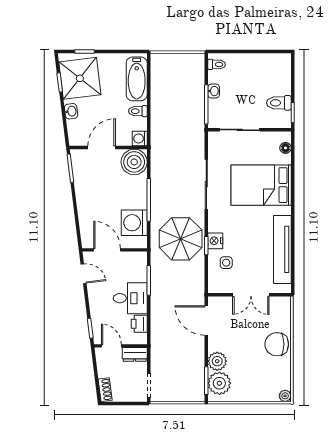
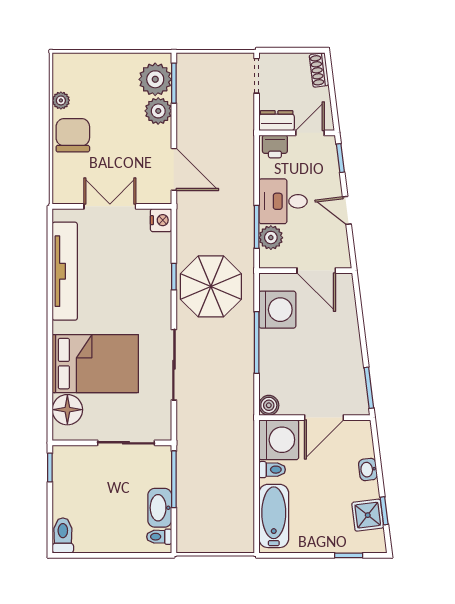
shower: (80, 78) -> (368, 515), width x0.54, depth x0.54
washbasin: (214, 91) -> (160, 508), width x1.91, depth x1.45
toilet: (279, 103) -> (63, 536), moved, turned -90
washing machine: (140, 138) -> (279, 440), width x1.89, depth x1.89
floor lamp: (285, 148) -> (67, 410), width x1.89, depth x1.89
boiler: (134, 162) -> (269, 405), width x0.54, depth x0.54
nightstand: (215, 241) -> (161, 220), moved
side table: (226, 263) -> (145, 252), removed
plant: (139, 273) -> (271, 238), added
door: (83, 274) -> (347, 210), moved
printer: (139, 324) -> (275, 146), moved, turned 90
chair: (277, 344) -> (73, 135), turned -90
door: (111, 346) -> (310, 133), swing flipped
plant: (285, 396) -> (61, 100), moved

